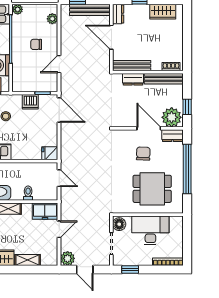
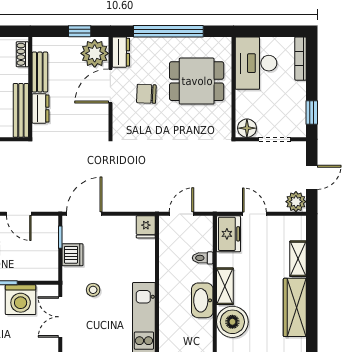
bench: (164, 79) -> (40, 72), width x0.73
dining table: (152, 189) -> (197, 81), turned 90
desk: (150, 230) -> (256, 63), moved

